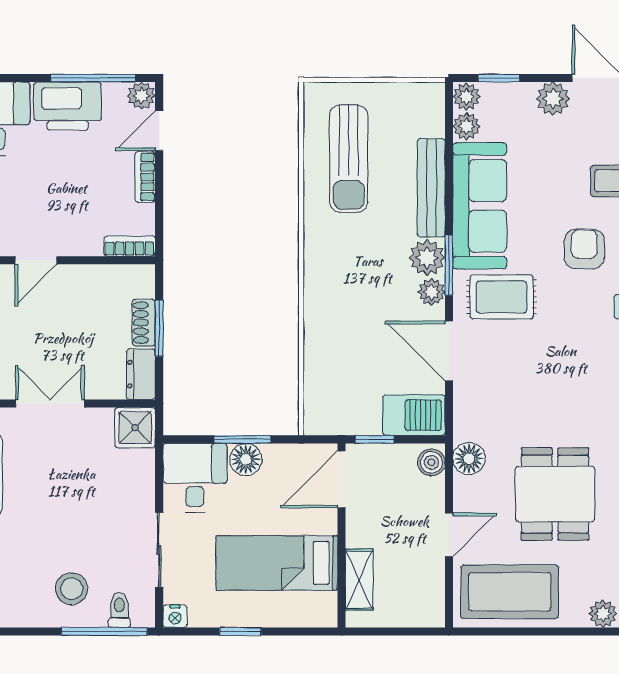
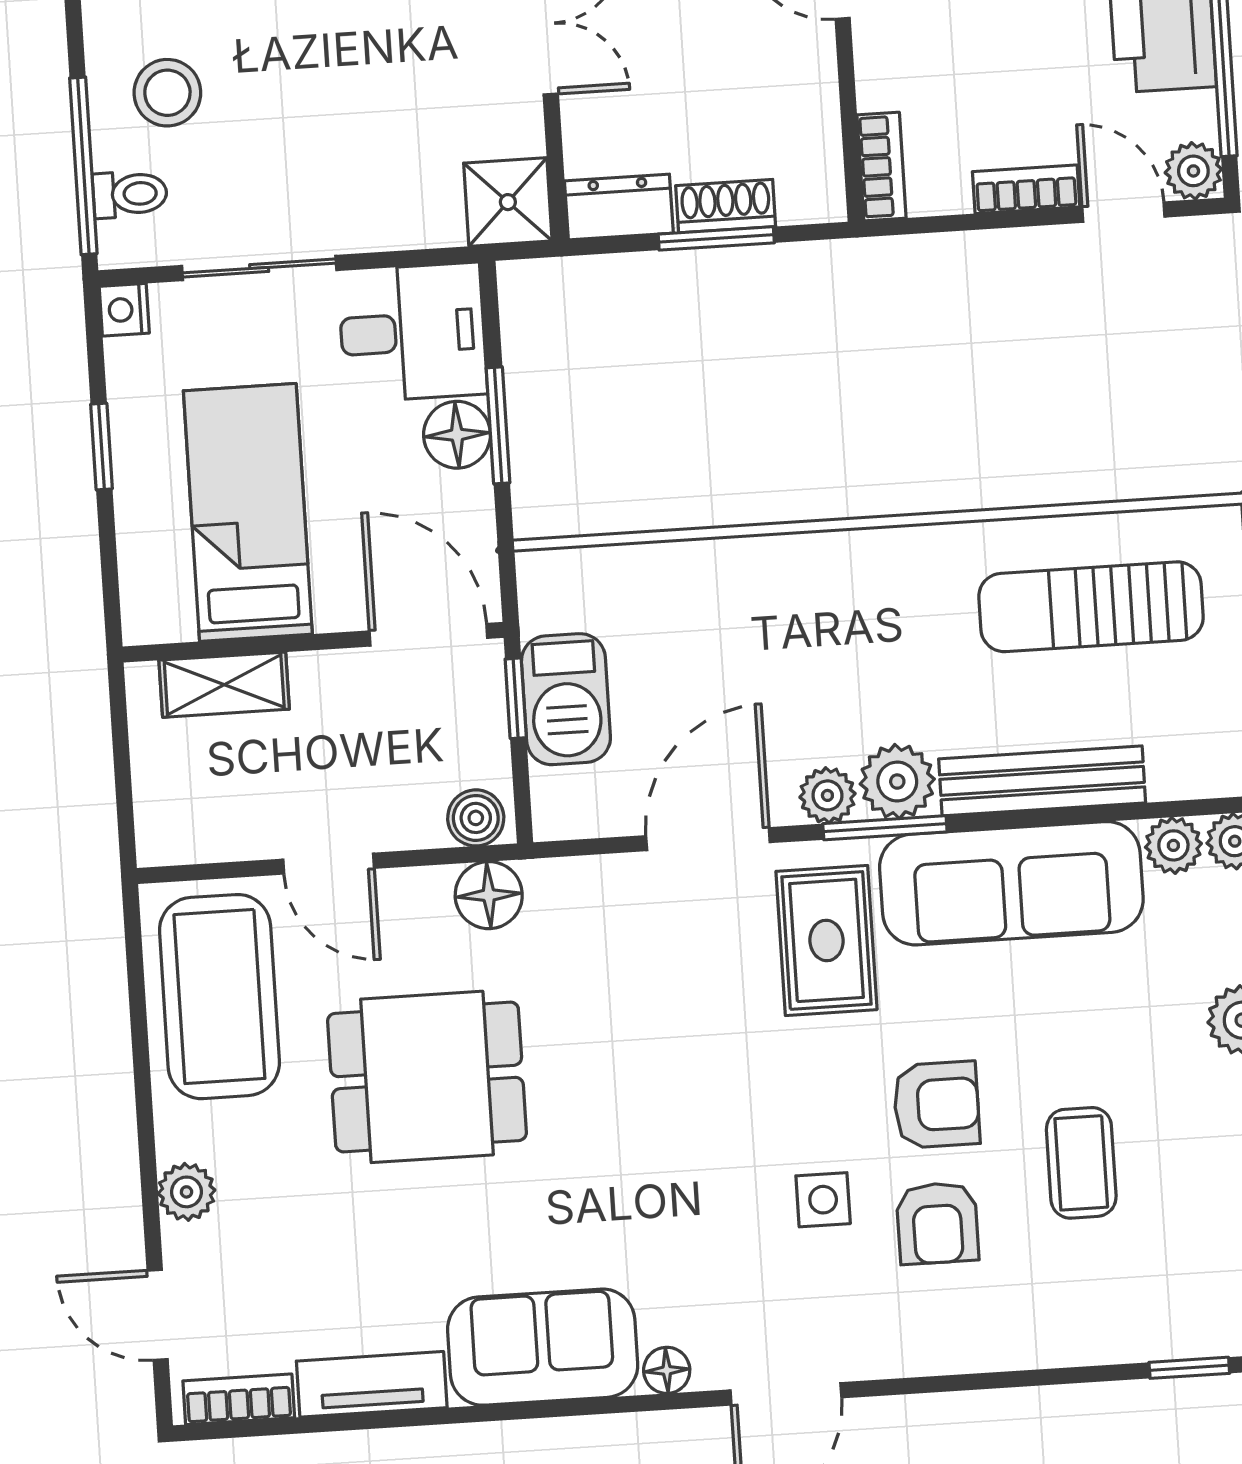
barbecue: (414, 415) -> (566, 699), moved

